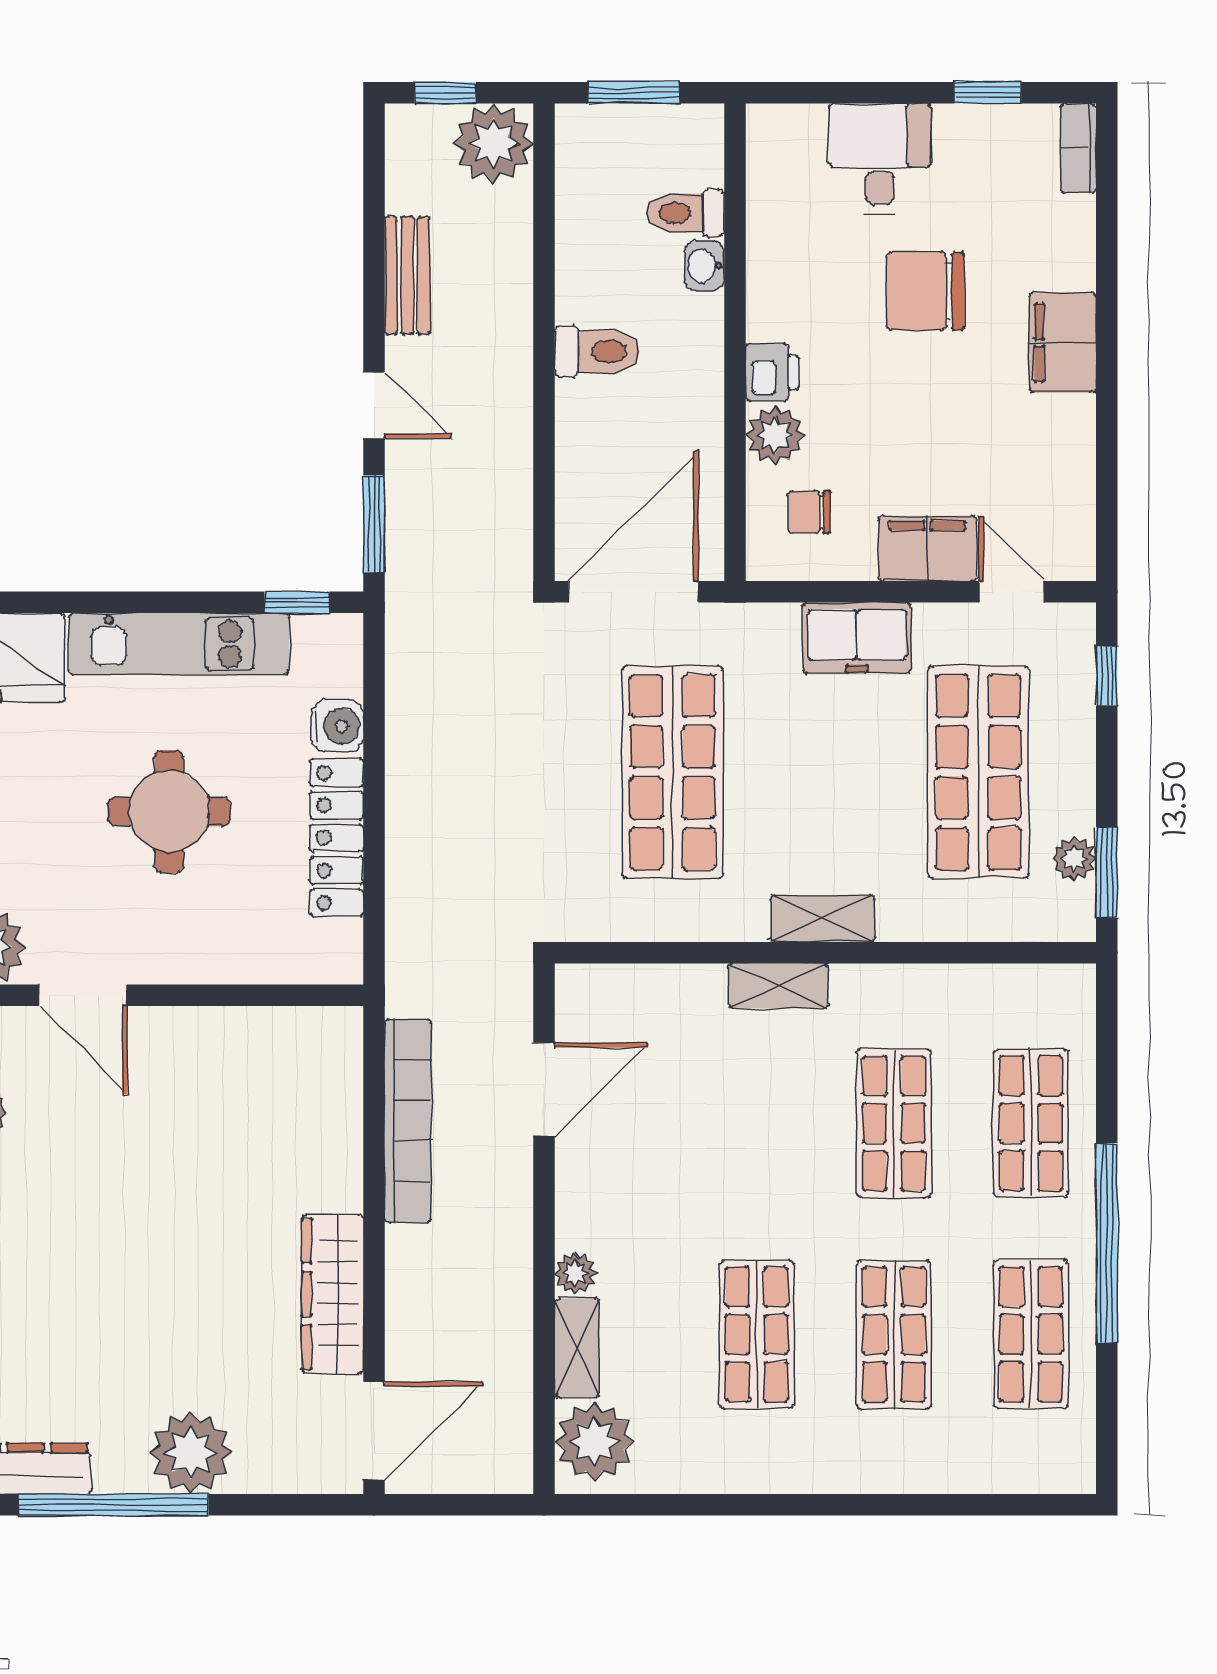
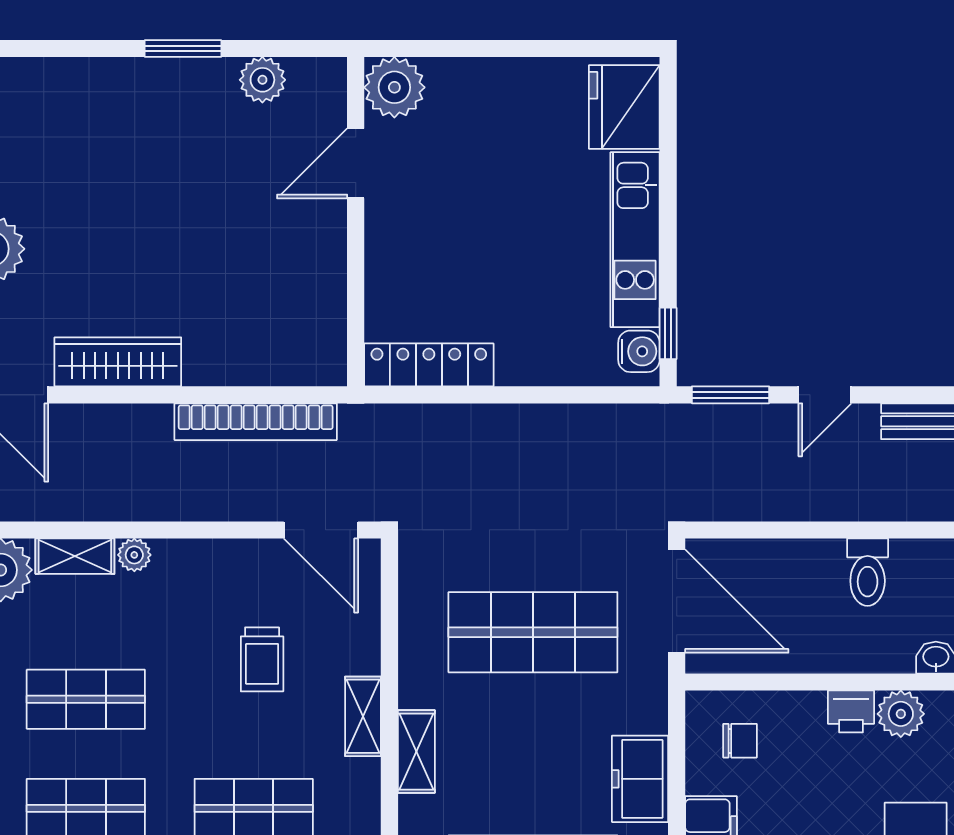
plant: (775, 435) -> (901, 714), moved
chair: (809, 512) -> (740, 741), turned 90
water cooler: (337, 726) -> (639, 351), moved, turned -90
round table: (169, 811) -> (502, 232), removed
locker: (337, 838) -> (429, 365), moved
door: (544, 1089) -> (321, 530), moved
trolley: (707, 1113) -> (262, 659), added

